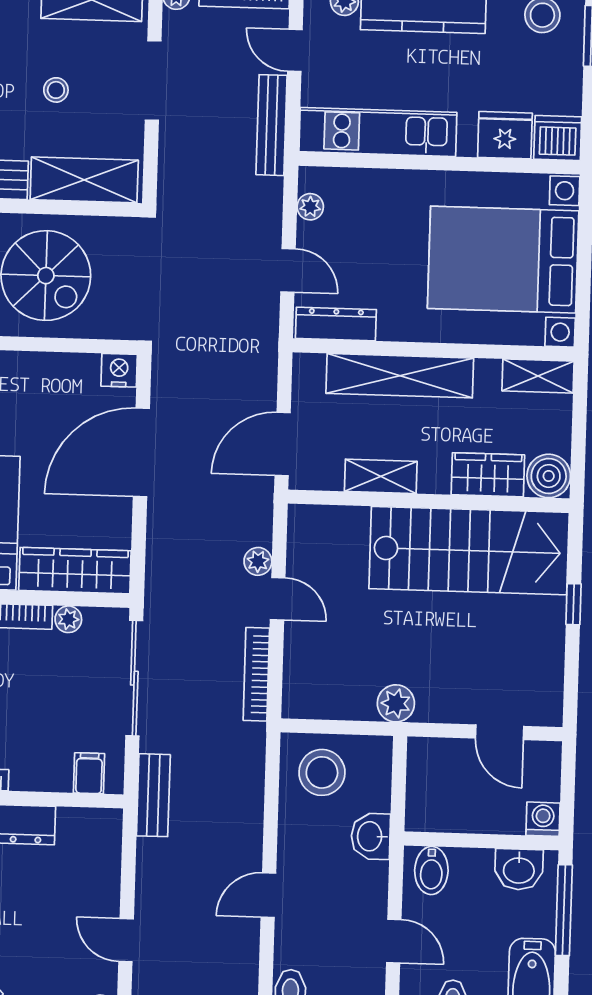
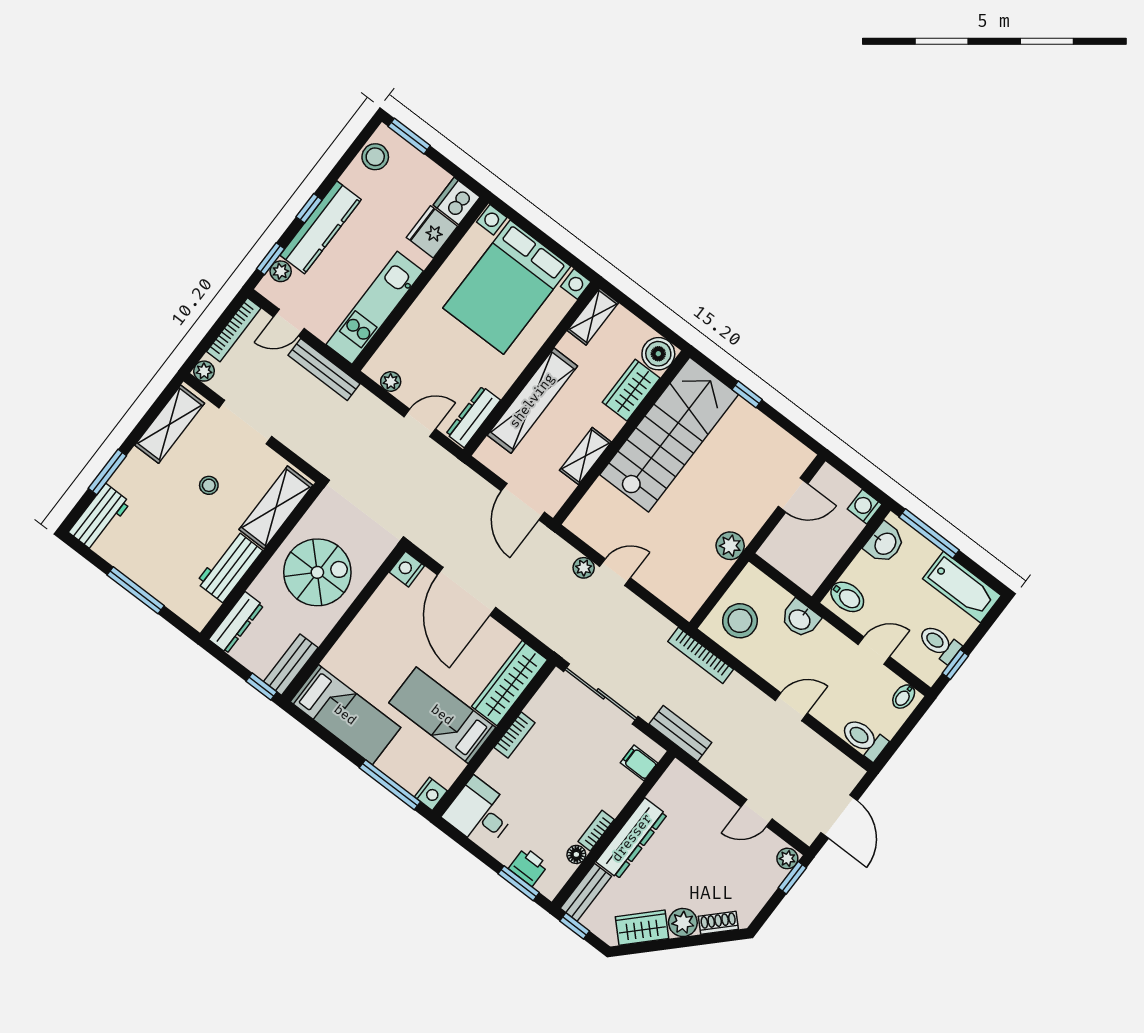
plant: (68, 619) -> (536, 708), removed
bookcase: (256, 674) -> (701, 655), moved
door: (268, 895) -> (791, 707), swing flipped

